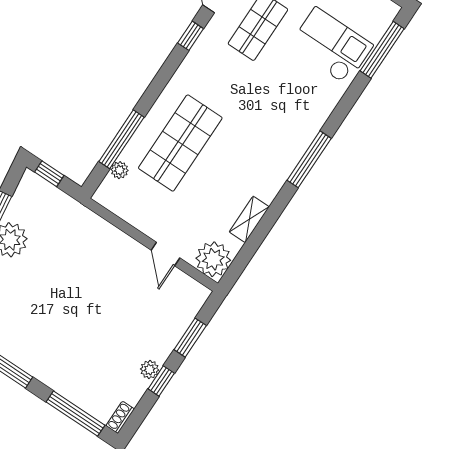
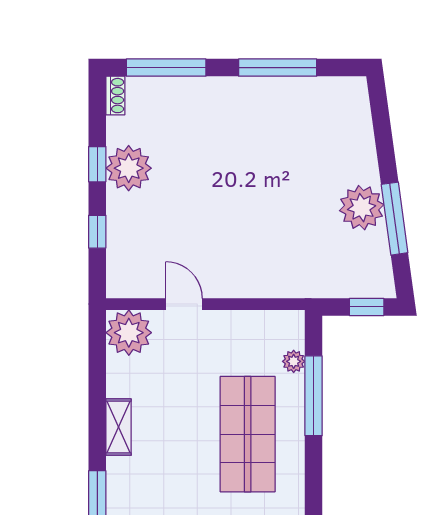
shelving: (249, 219) -> (119, 427), moved
window: (190, 338) -> (97, 232), width x0.67
plant: (150, 370) -> (129, 168), width x1.87, depth x1.87

